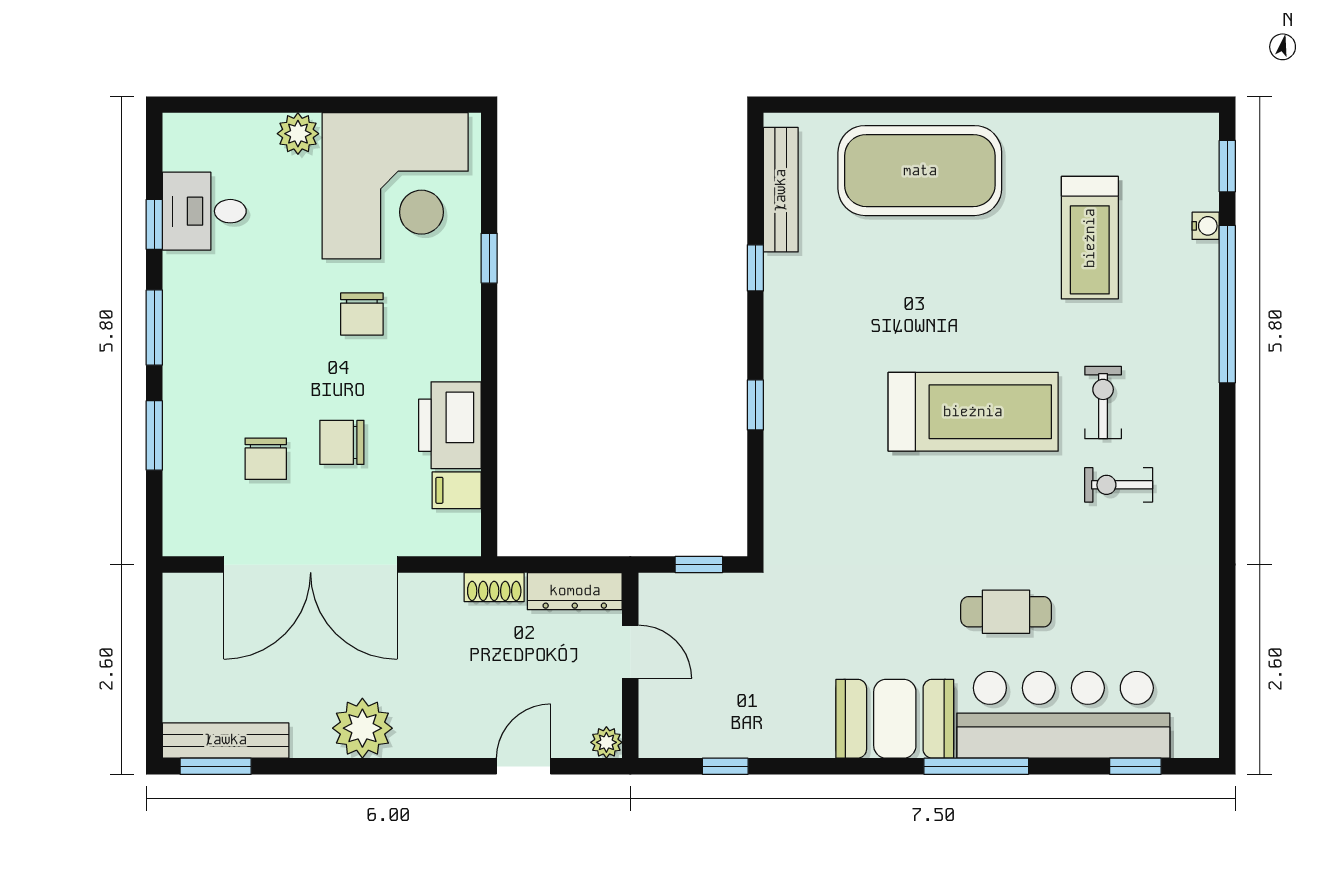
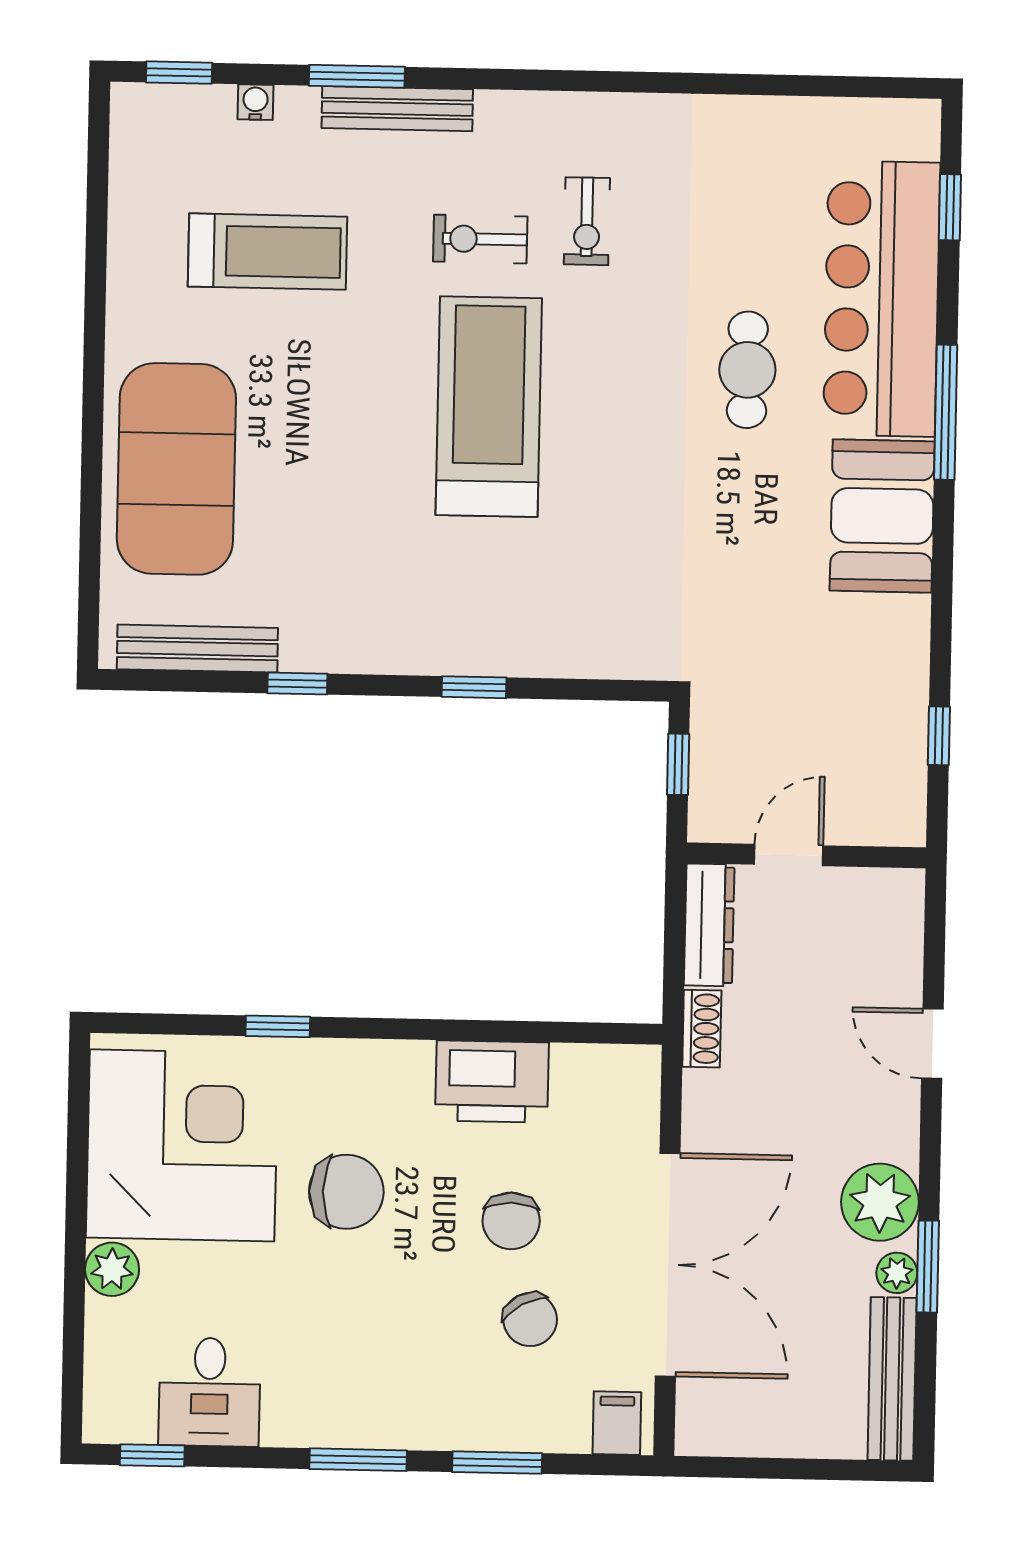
window: (154, 224) -> (152, 1455), moved
window: (1227, 304) -> (357, 76), width x0.47
chair: (362, 314) -> (346, 1192), width x1.37, depth x1.37
bench: (1203, 336) -> (397, 109), added
chair: (266, 459) -> (530, 1320), turned 61
filing cabinet: (457, 490) -> (617, 1423), moved, turned 180
plant: (606, 742) -> (897, 1273), moved
window: (216, 766) -> (928, 1267), moved
door: (524, 766) -> (932, 1044), moved

